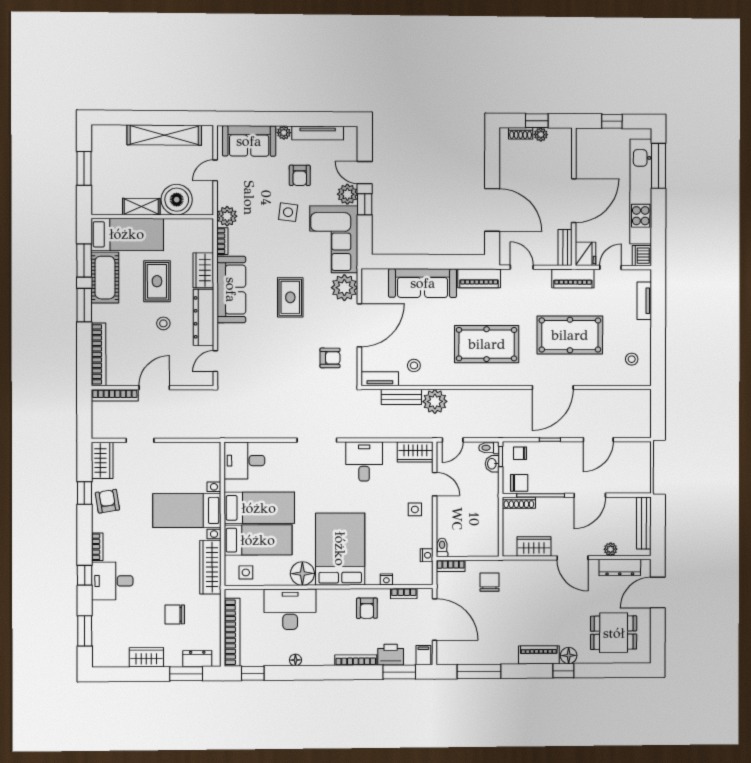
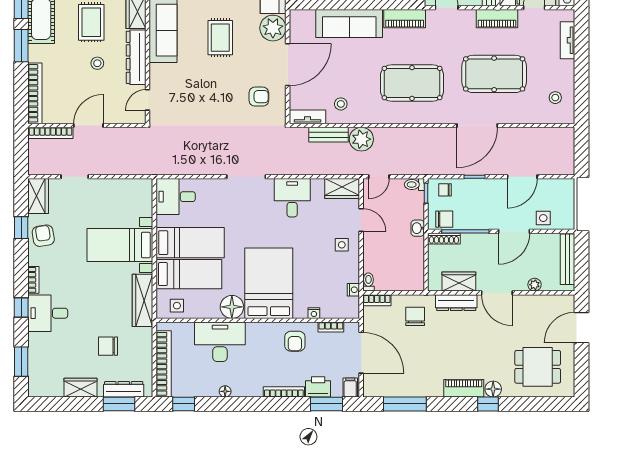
washbasin: (492, 464) -> (418, 228), moved
side table: (619, 482) -> (543, 218), added
dresser: (620, 567) -> (456, 303), moved
dresser: (197, 659) -> (124, 389), width x1.44

